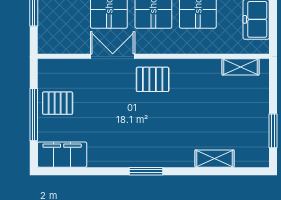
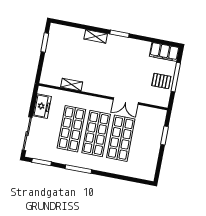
shelving: (241, 67) -> (72, 85), moved
pallet: (153, 79) -> (106, 84), removed
shelving: (214, 159) -> (96, 36), moved

